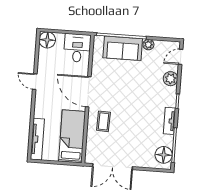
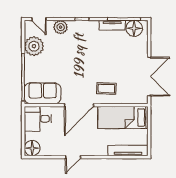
plant: (148, 45) -> (34, 46), width x1.87, depth x1.87
sofa: (123, 48) -> (43, 93), moved, turned -90
tv unit: (169, 121) -> (112, 25), moved

